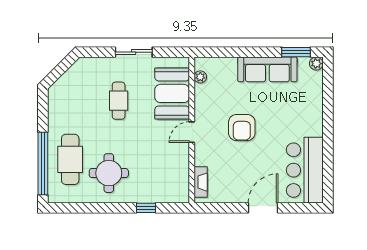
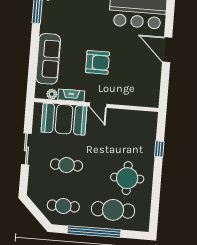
sofa: (267, 69) -> (48, 59), moved
cafe table: (70, 101) -> (63, 206), added
window: (43, 163) -> (94, 232), moved
fireplace: (201, 182) -> (71, 95), moved

